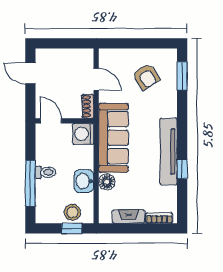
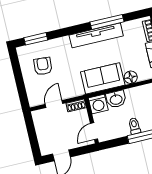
armchair: (146, 77) -> (43, 66), turned -52
sofa: (113, 138) -> (103, 78), width x0.73
window: (182, 169) -> (107, 22), width x2.17
washbasin: (84, 181) -> (116, 99), moved

